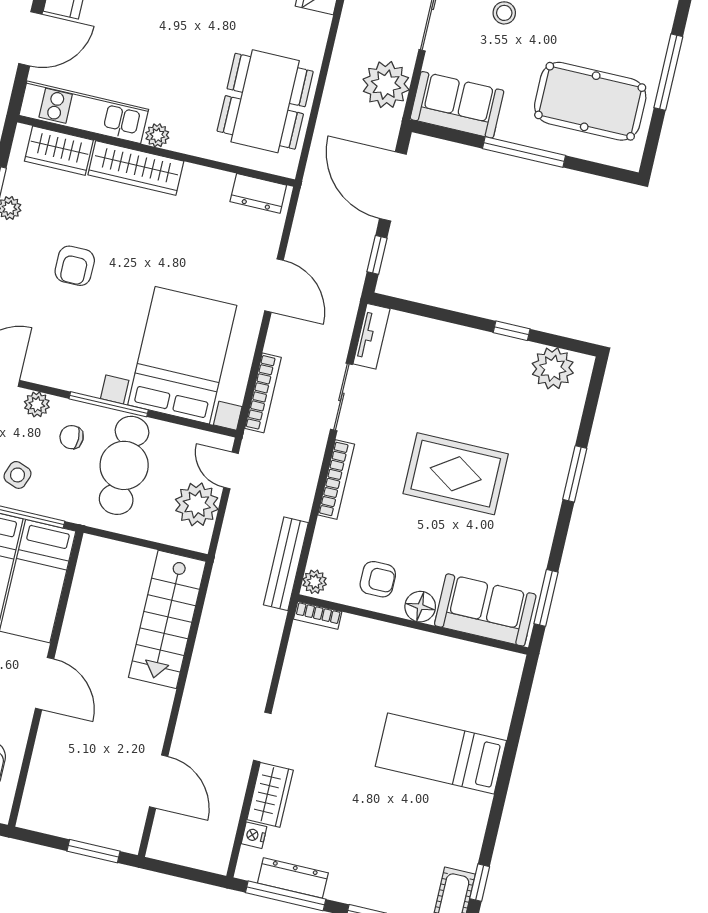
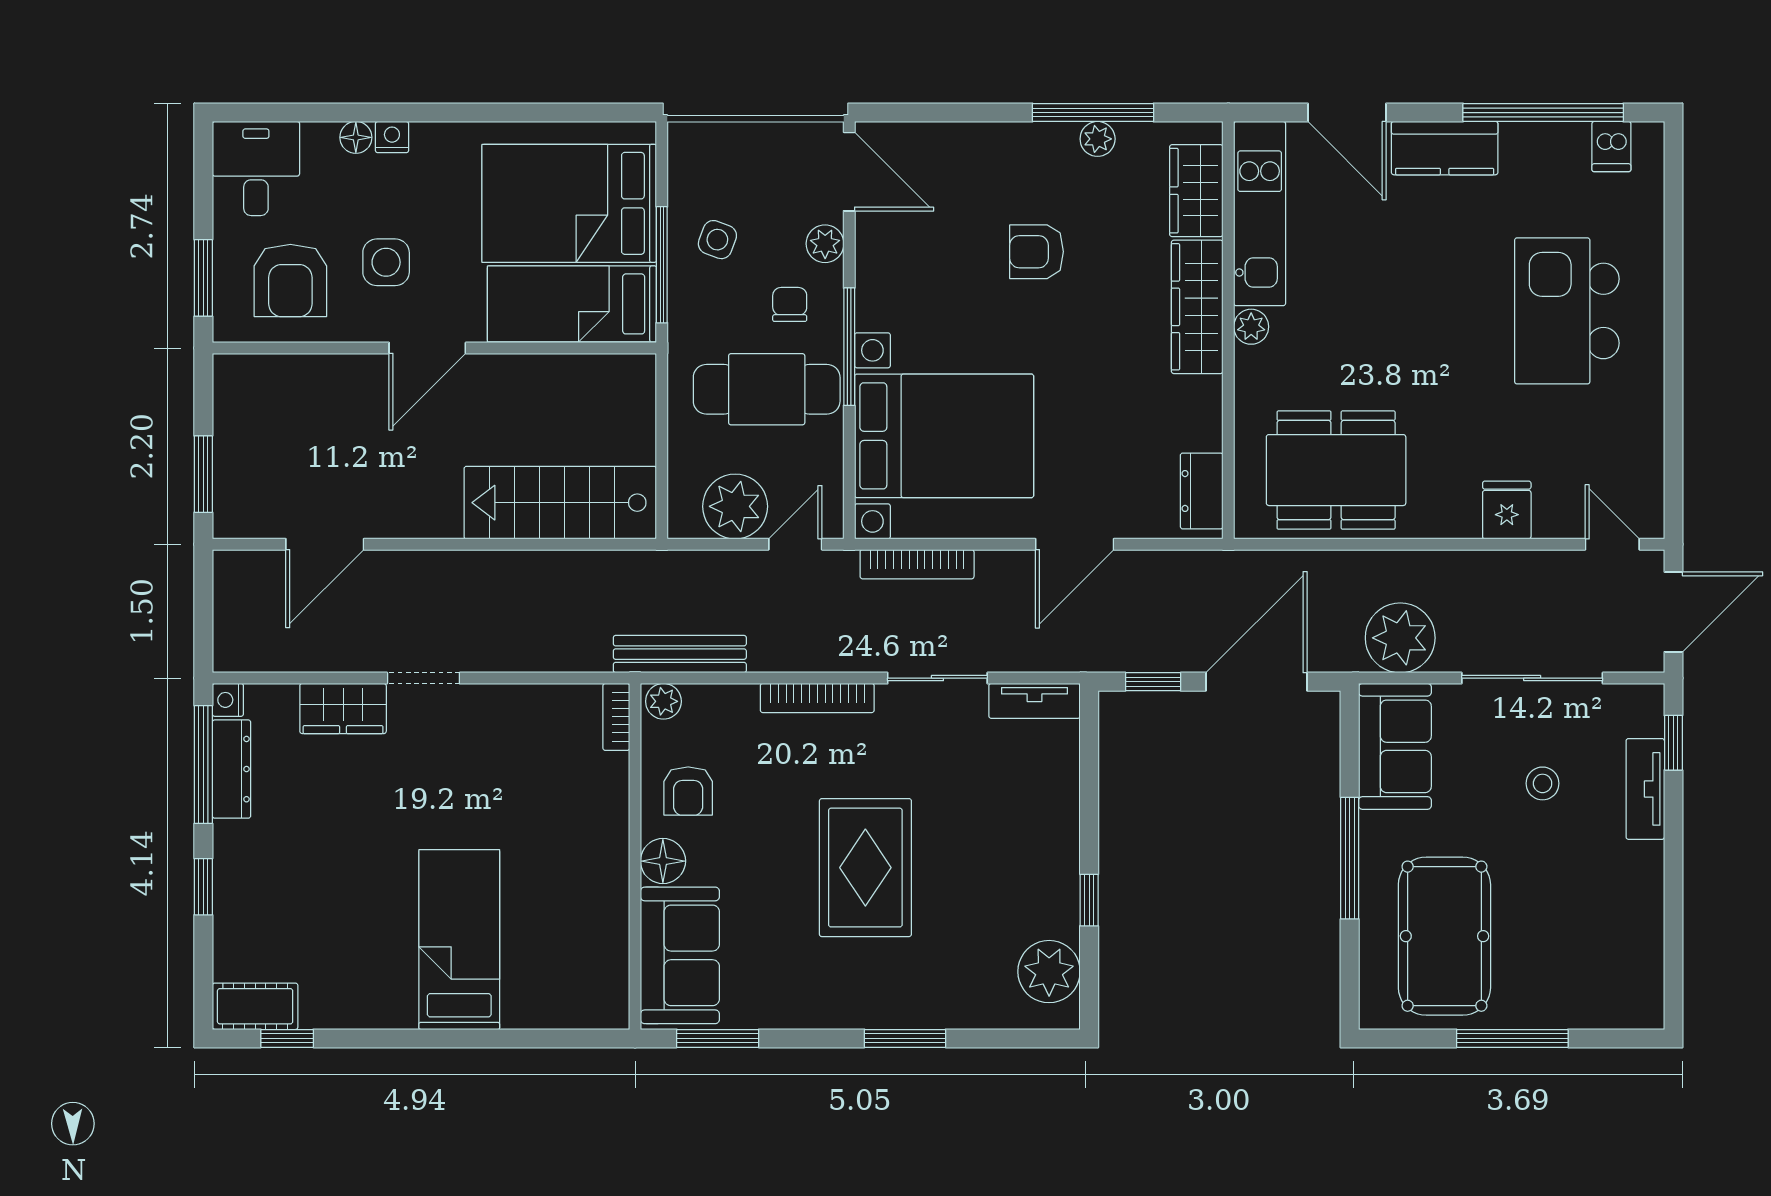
nightstand: (254, 835) -> (228, 700), moved, turned -90

